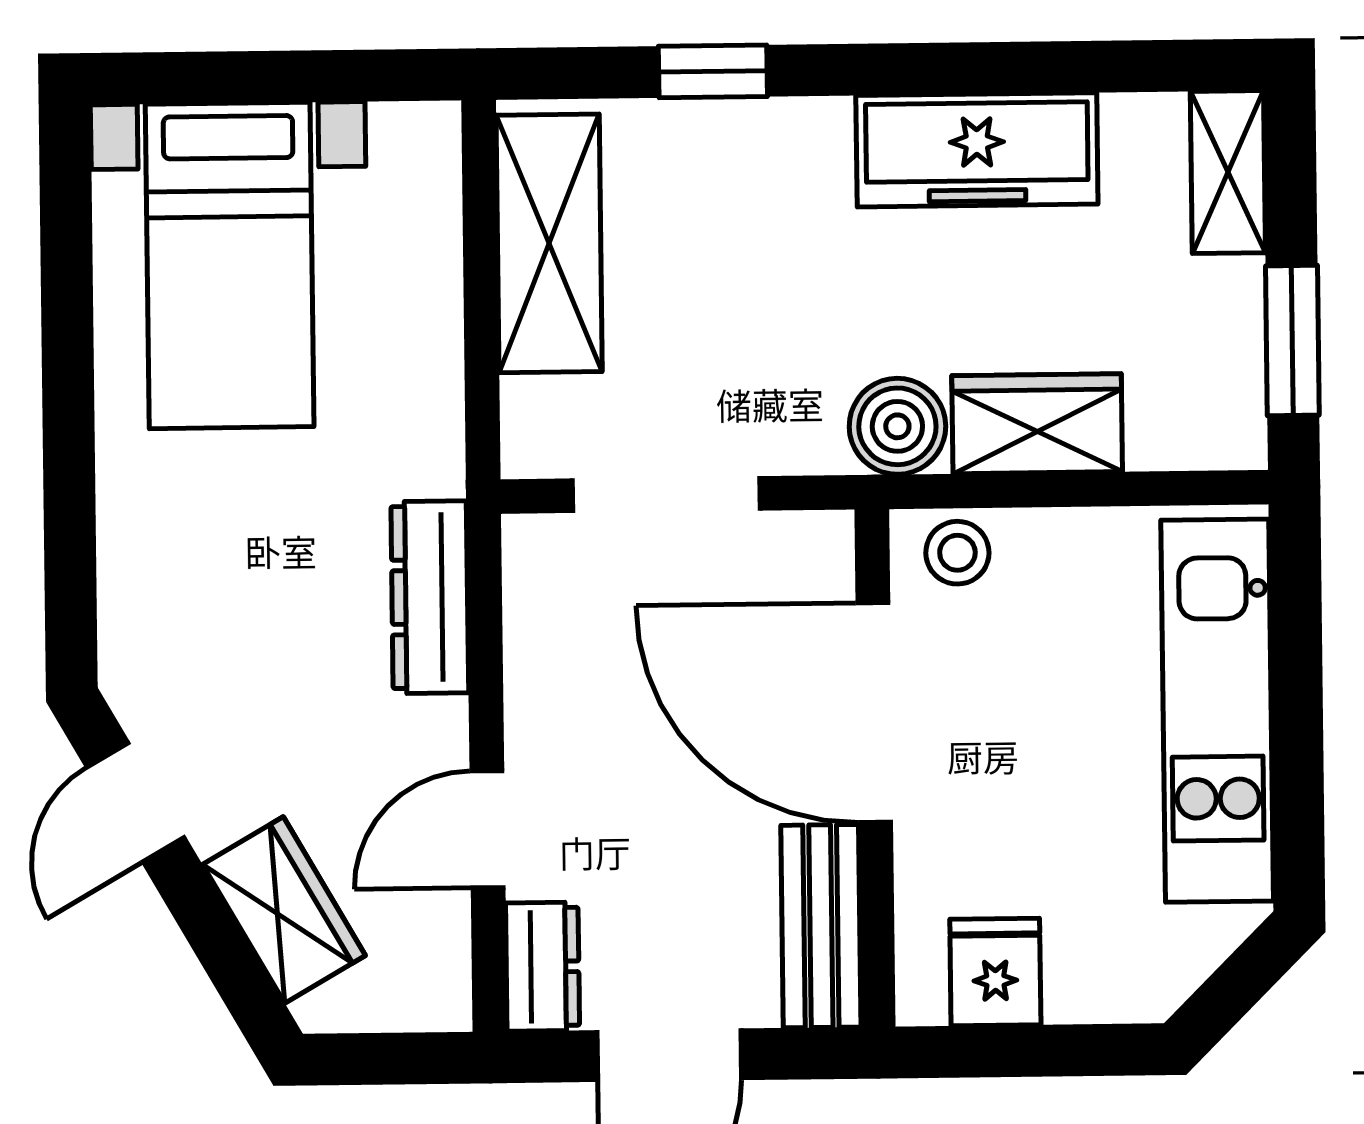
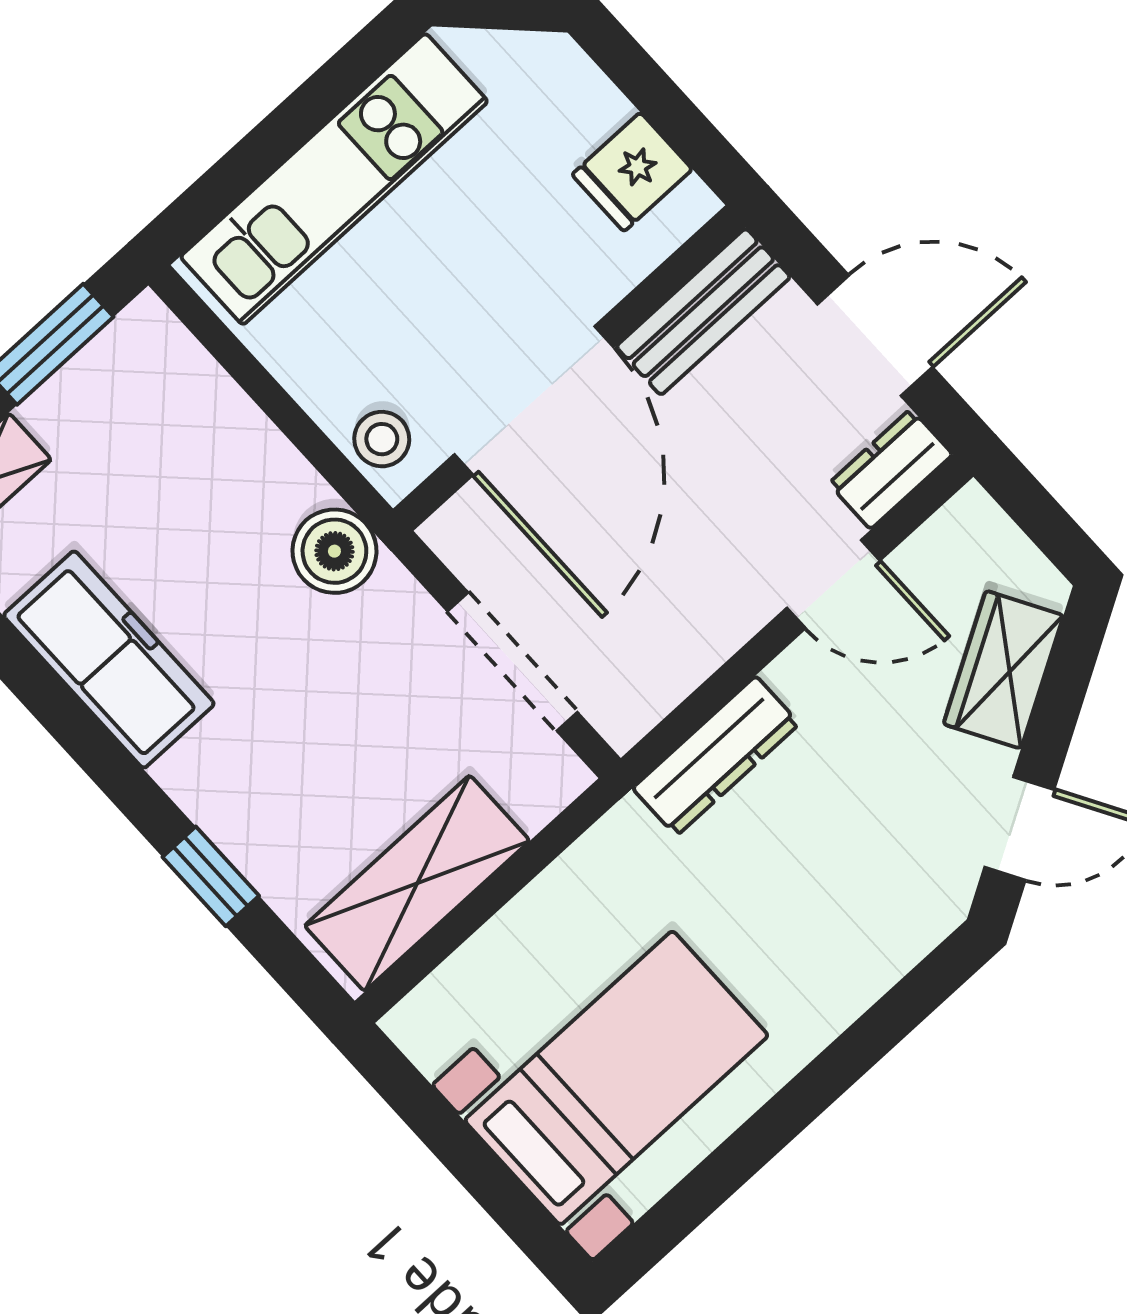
wardrobe: (1037, 424) -> (252, 462), removed

